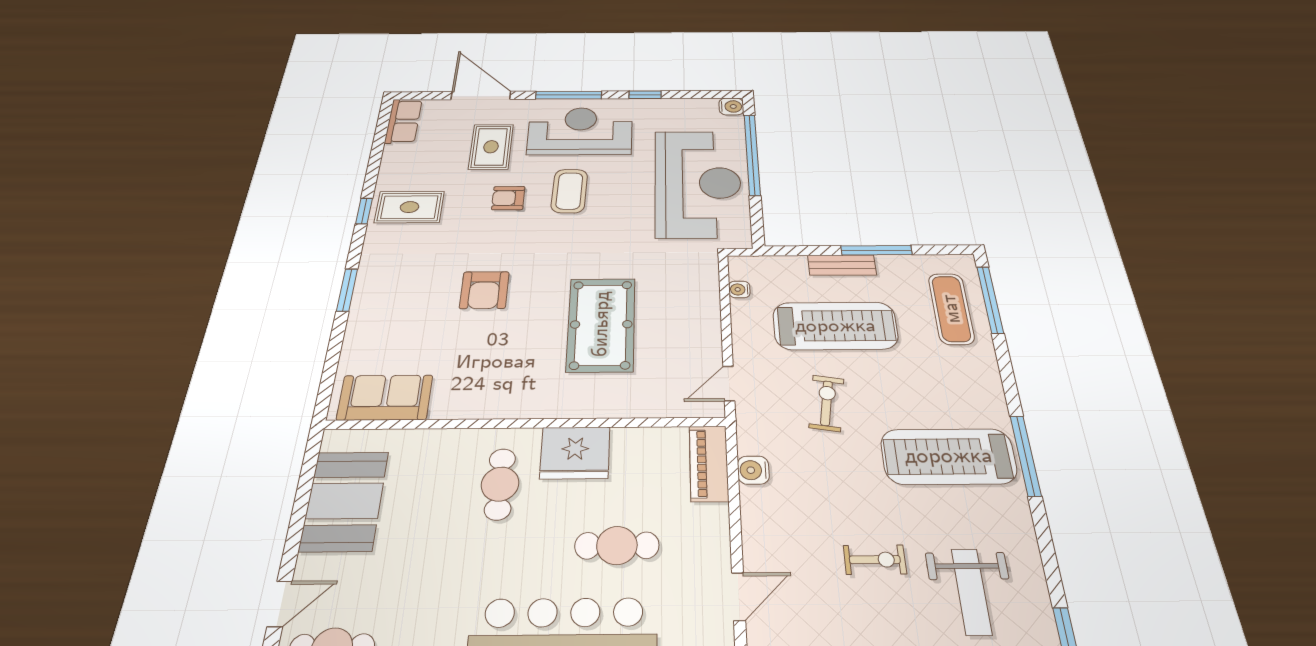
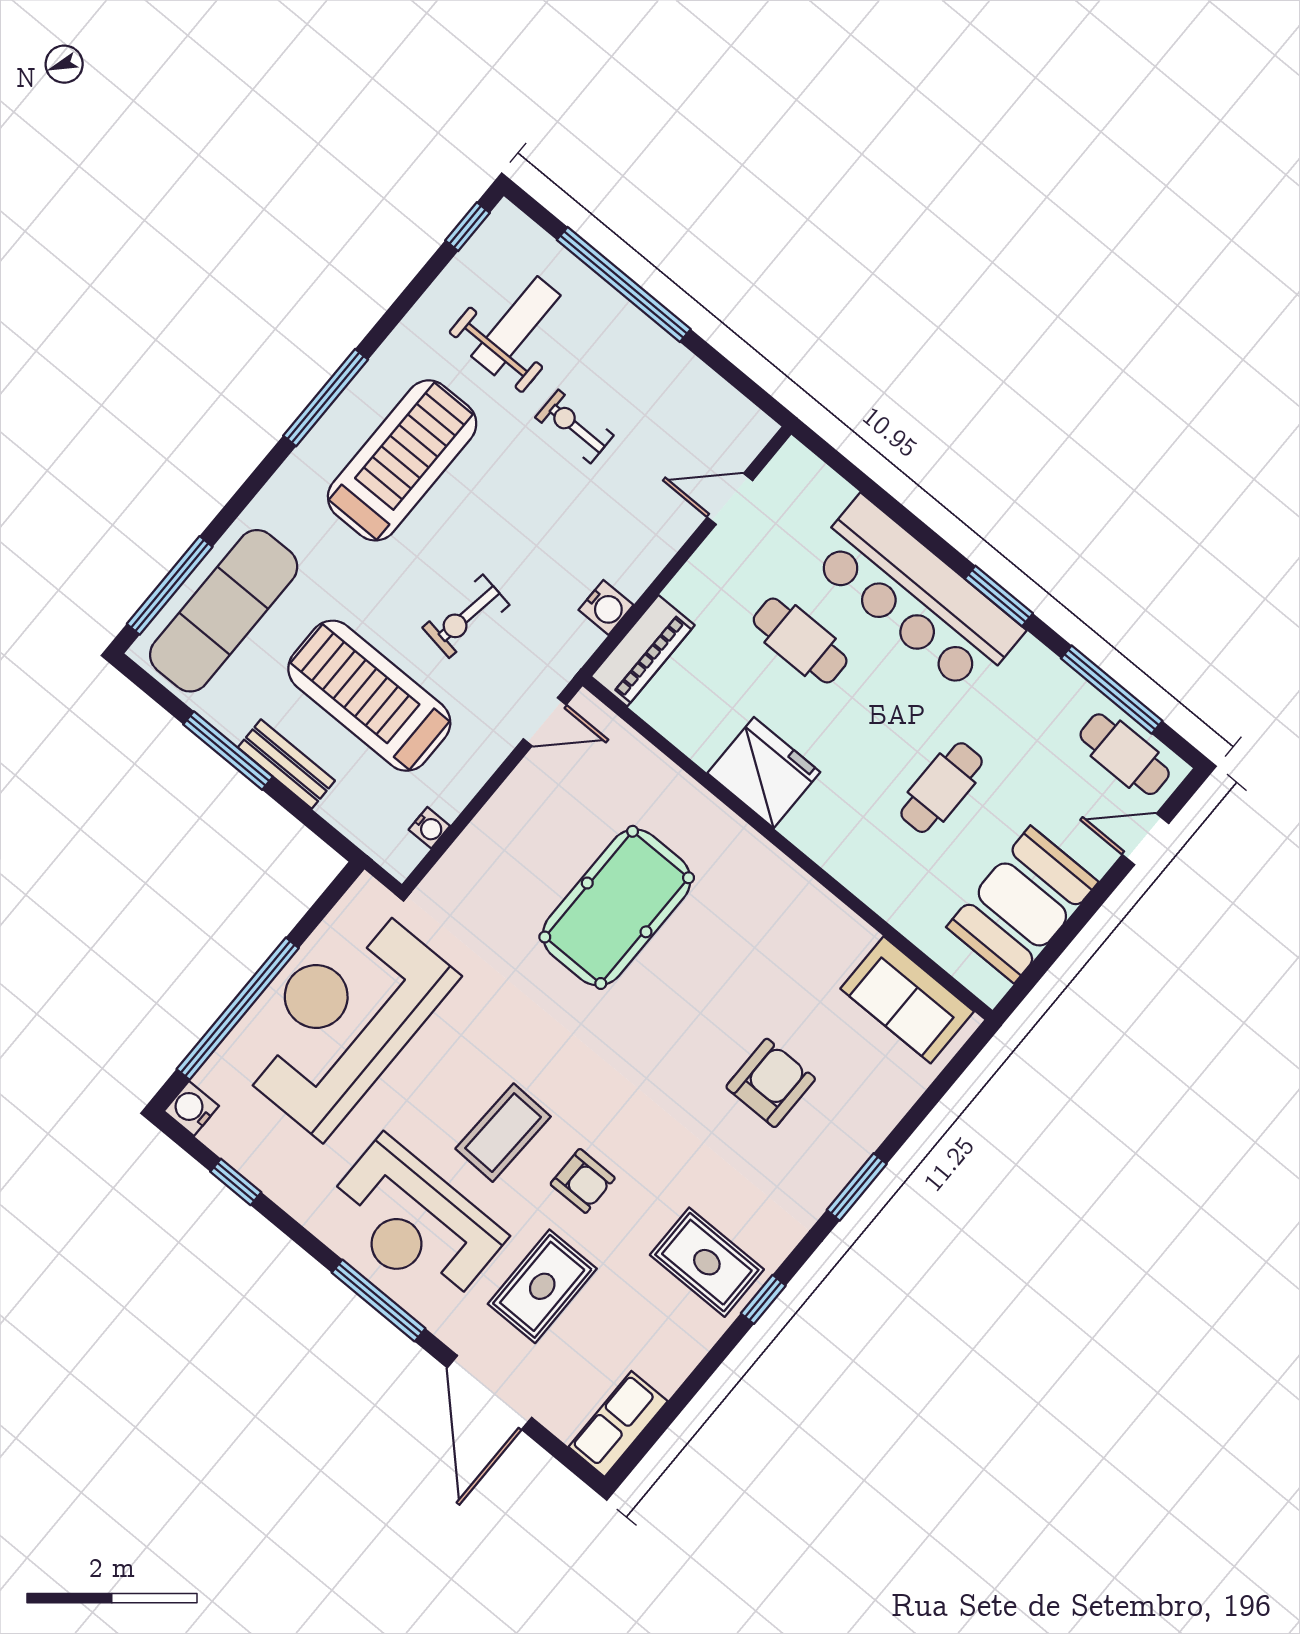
window: (645, 95) -> (236, 1182), moved
armchair: (484, 290) -> (771, 1083), moved
exercise mat: (951, 309) -> (224, 611), width x1.36, depth x1.45
treadmill: (948, 456) -> (402, 460), turned -90
cafe table: (500, 484) -> (942, 788), moved

